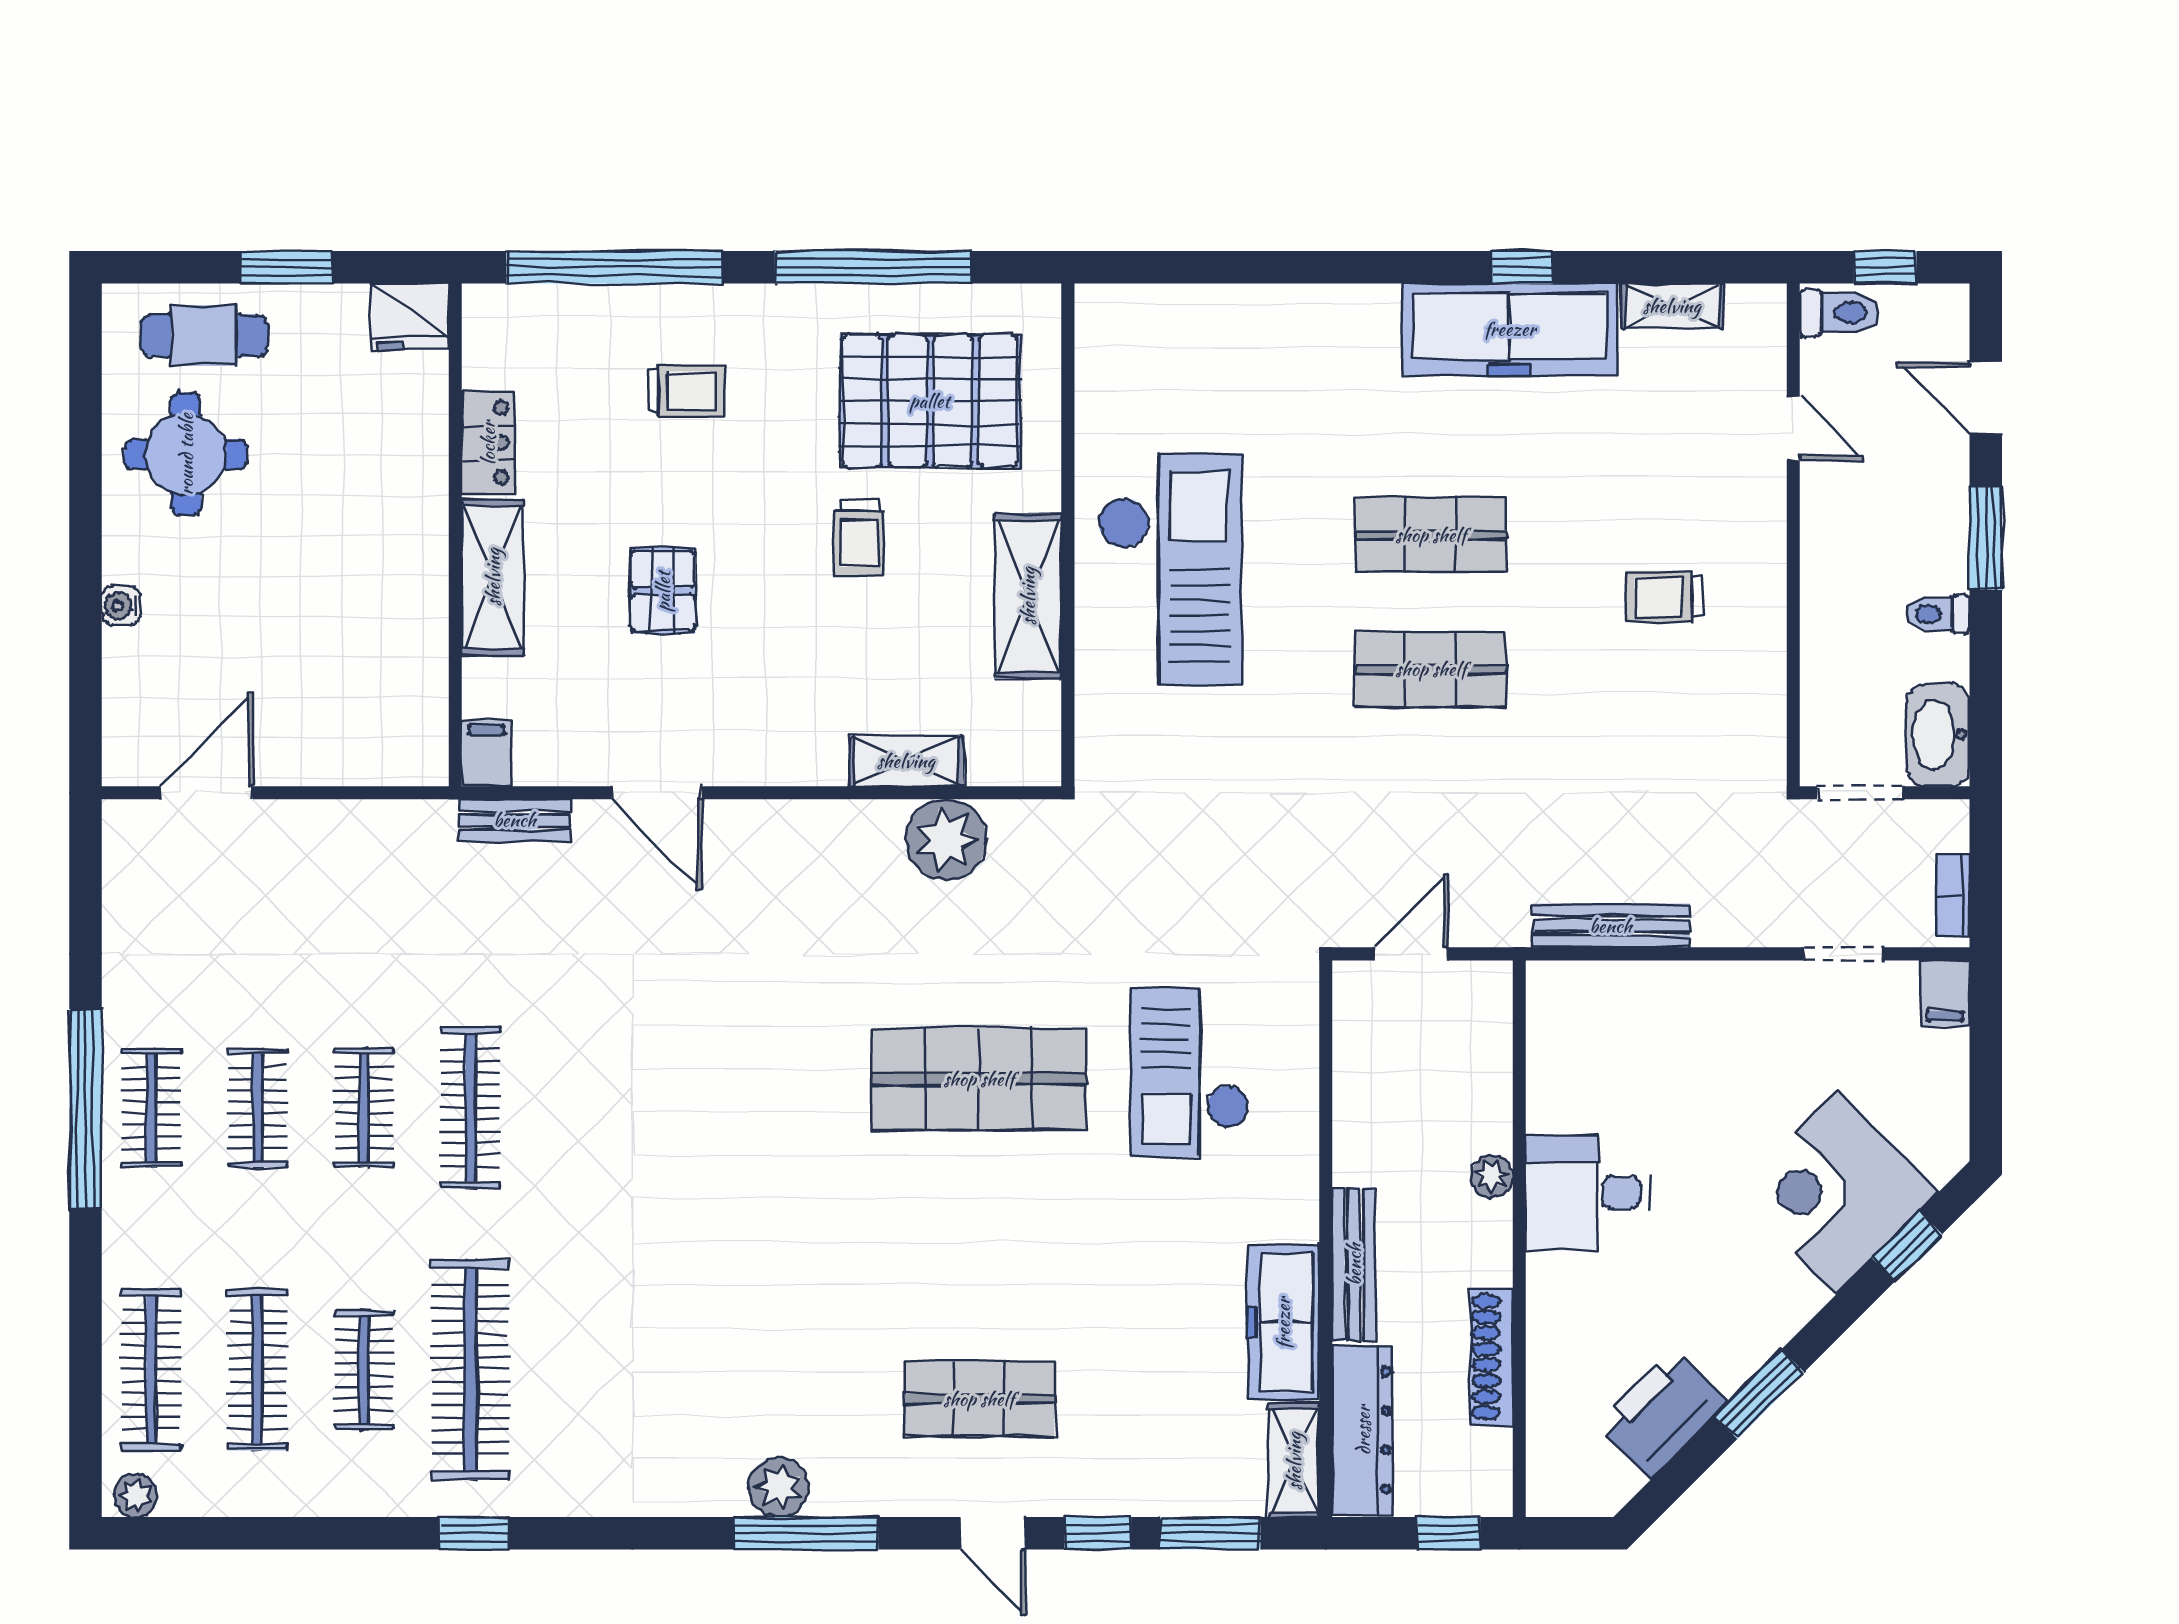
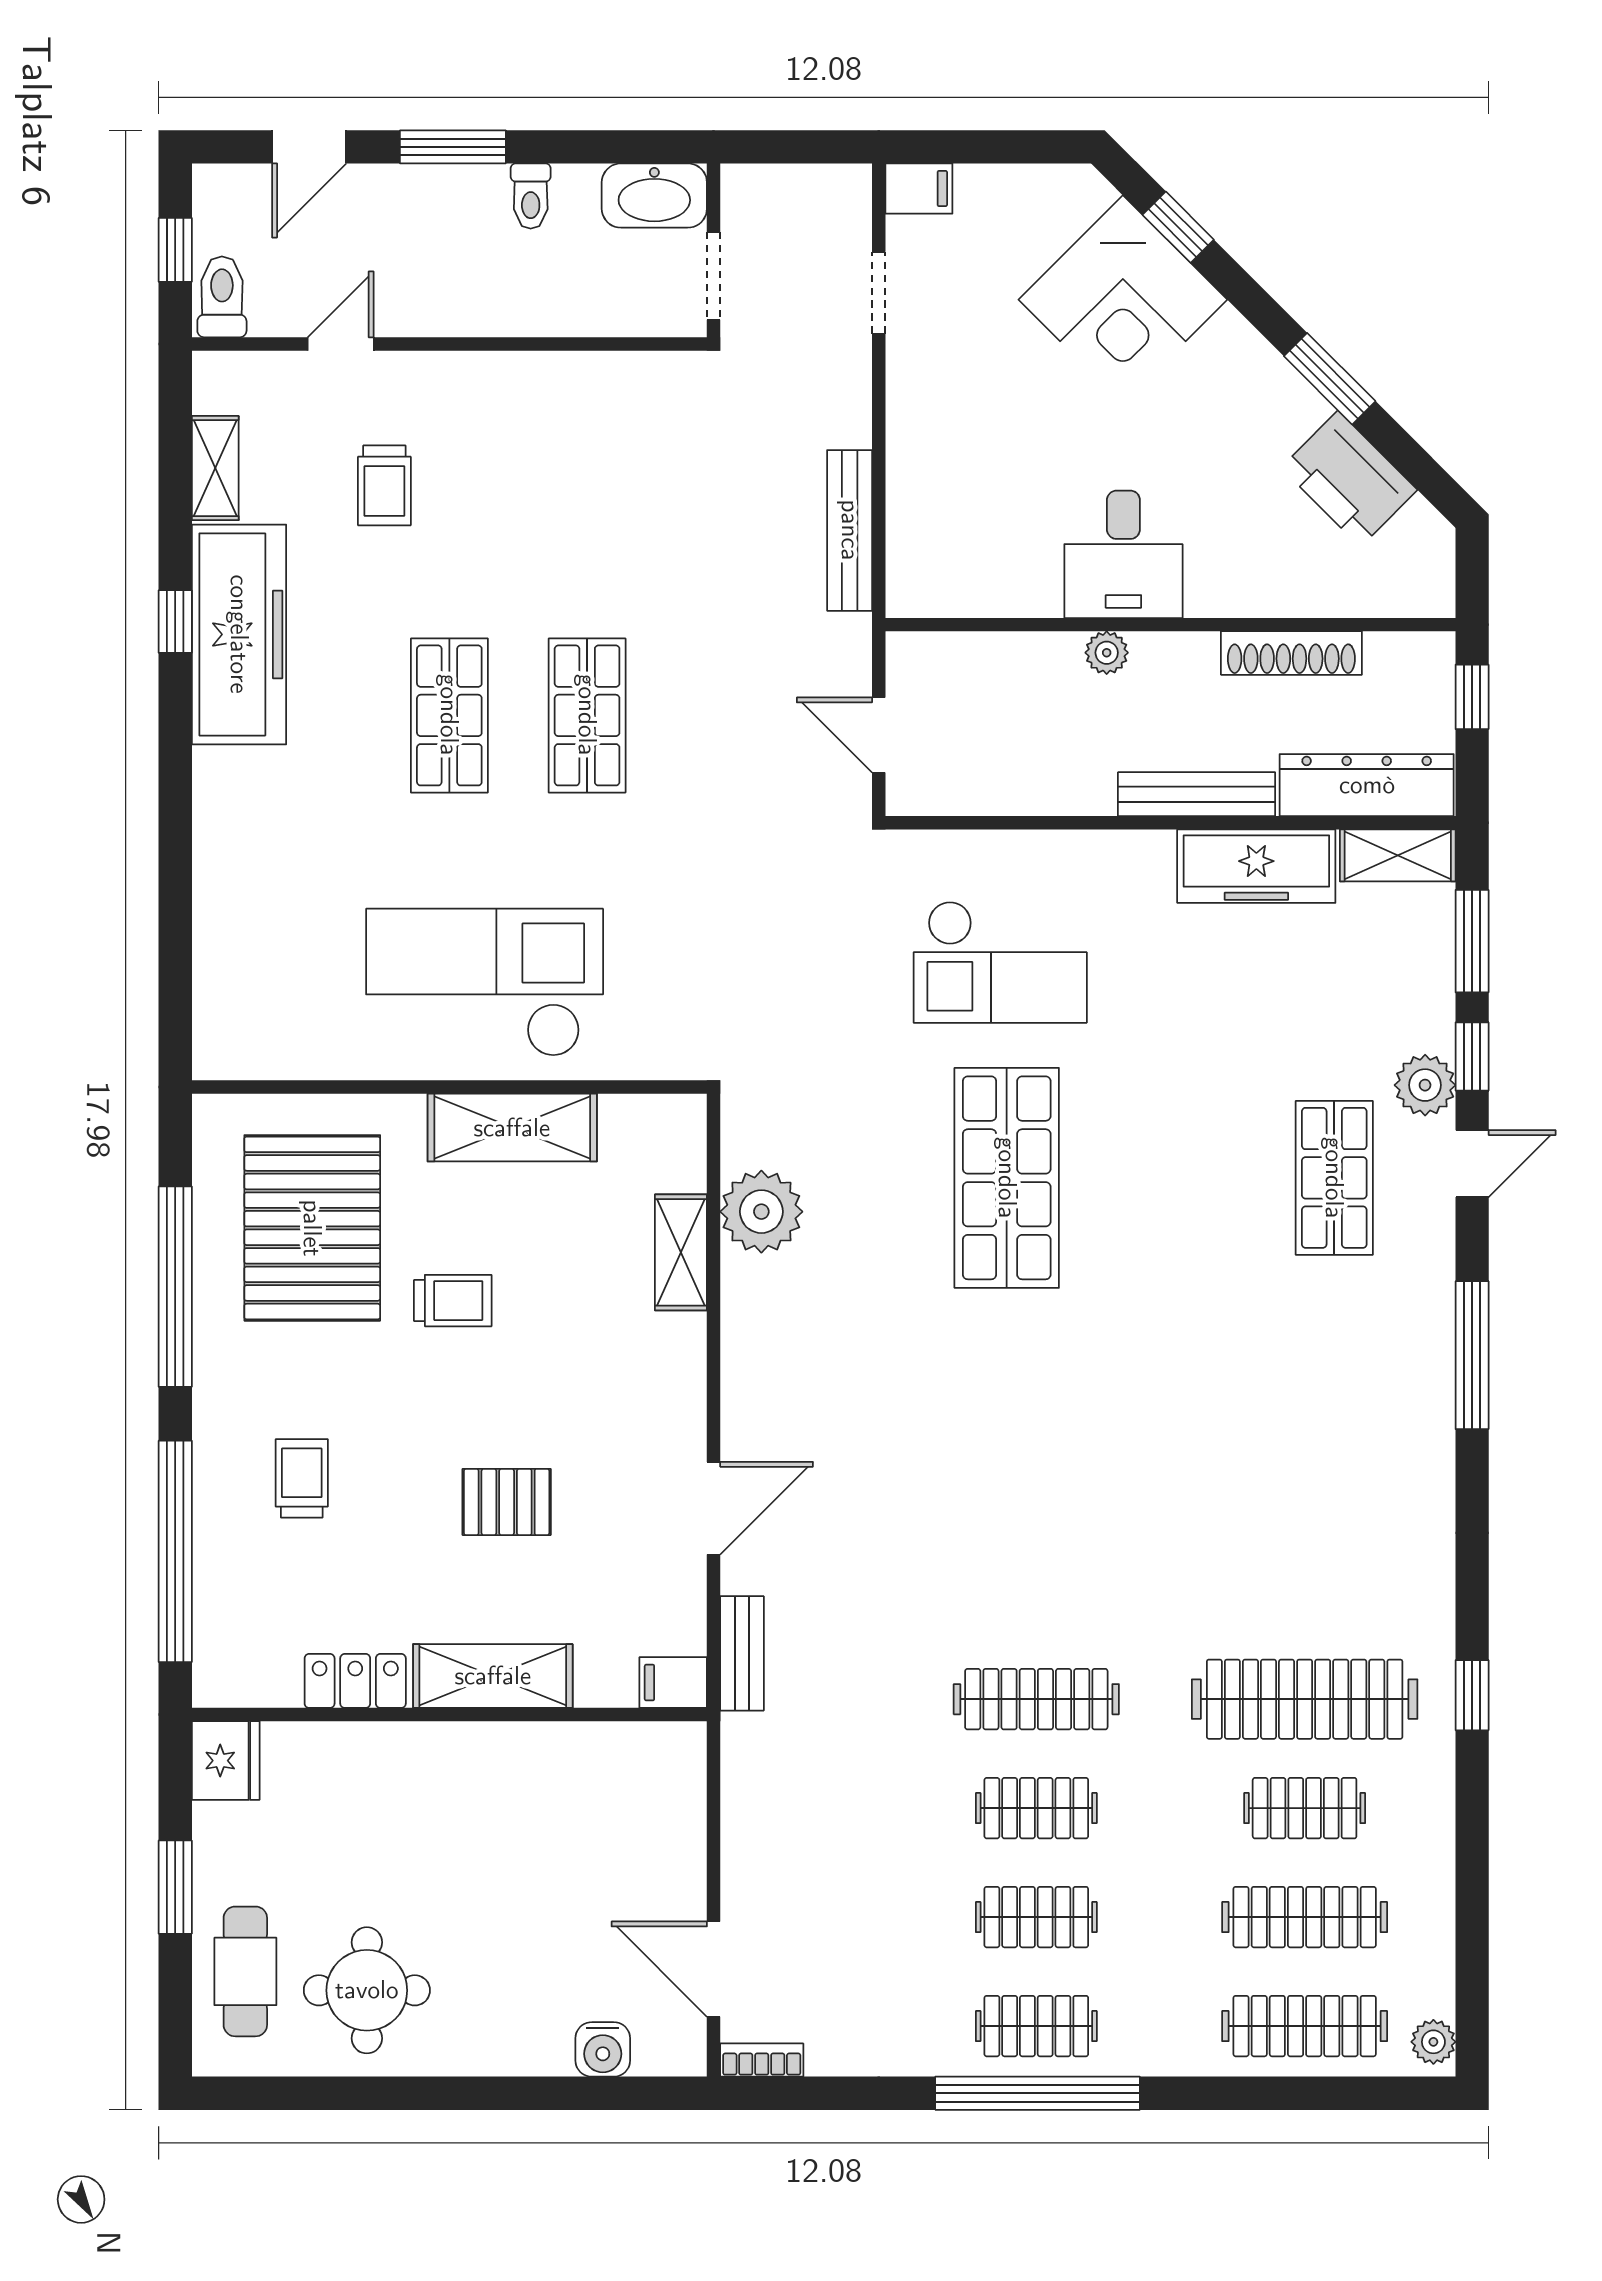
trolley: (1664, 597) -> (384, 485), moved
water cooler: (121, 606) -> (603, 2049), moved, width x1.38, depth x1.38
bookcase: (1953, 895) -> (762, 2060), moved, turned 180
plant: (779, 1487) -> (1425, 1085), moved

